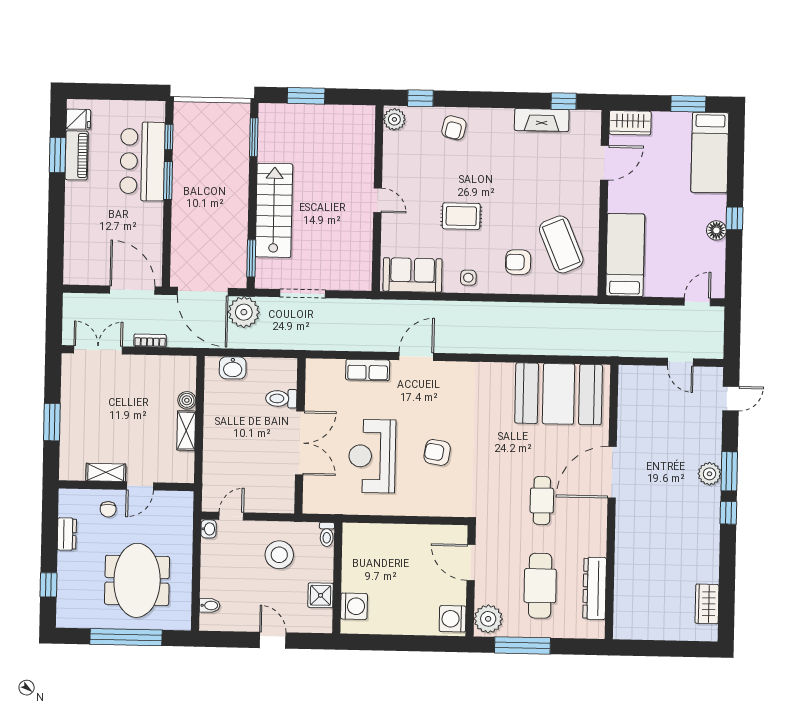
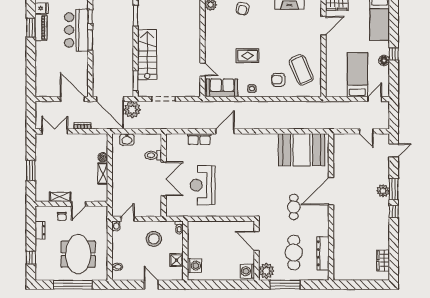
door: (378, 200) -> (203, 69), moved
bed: (625, 255) -> (357, 75), moved
armchair: (437, 452) -> (237, 182), removed

